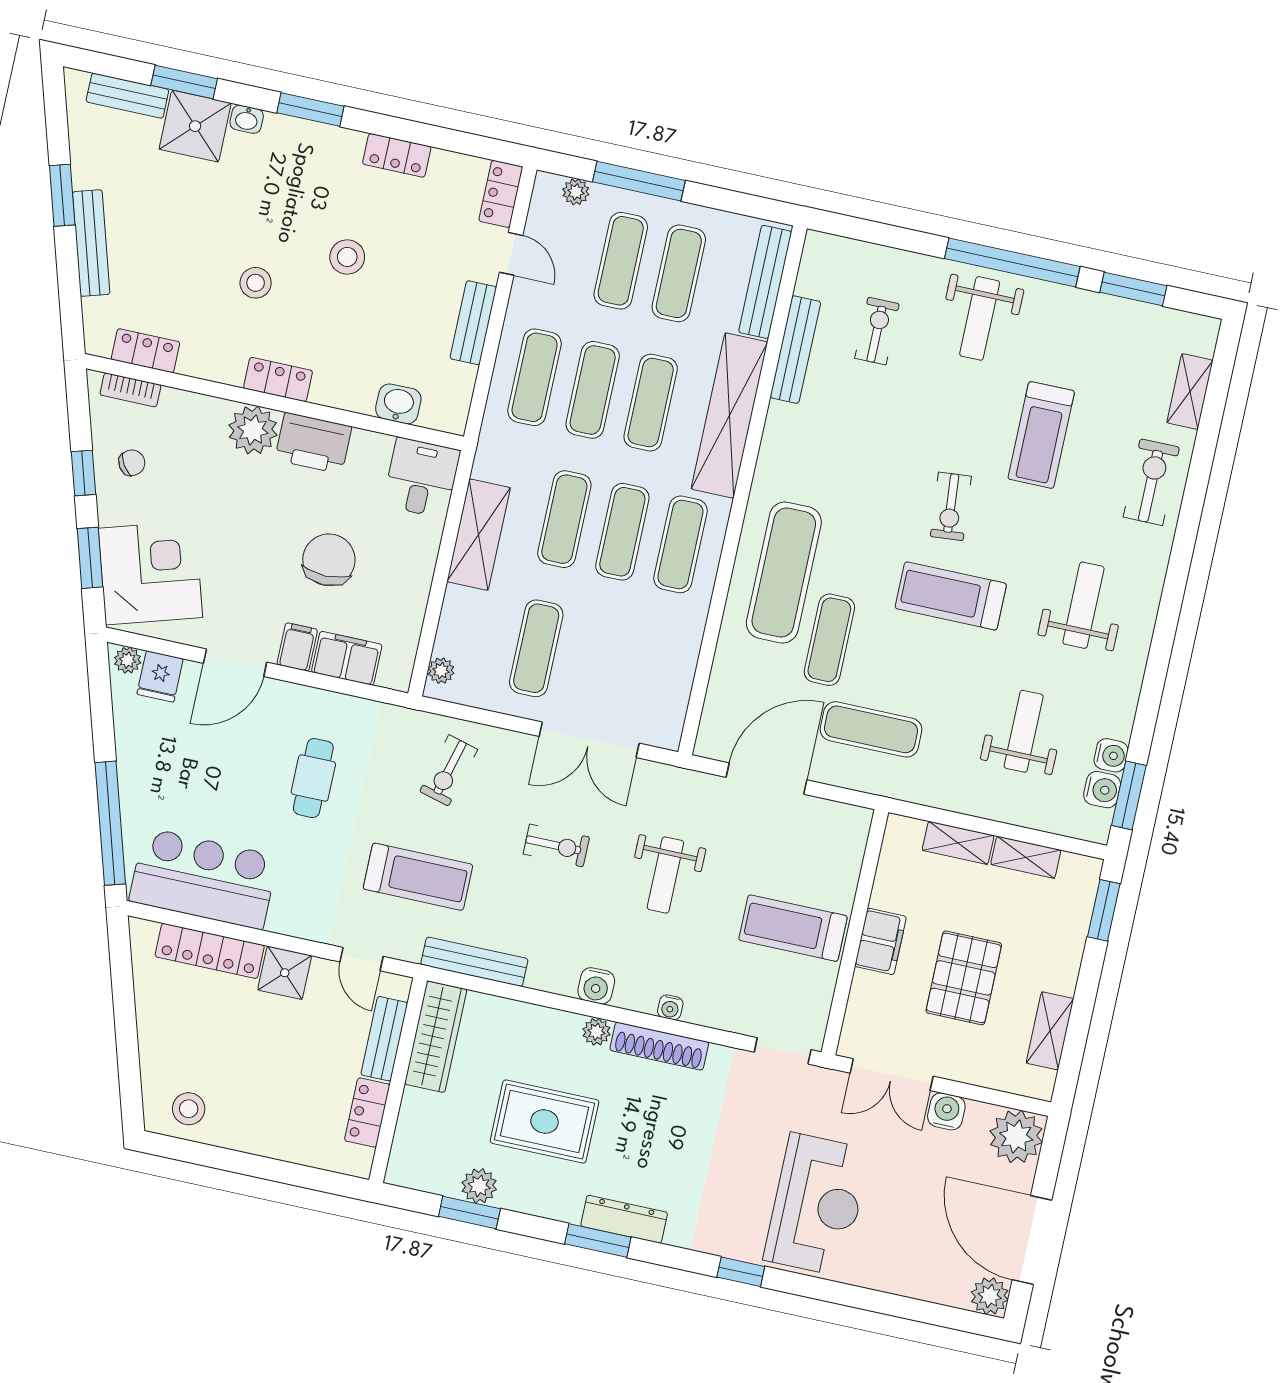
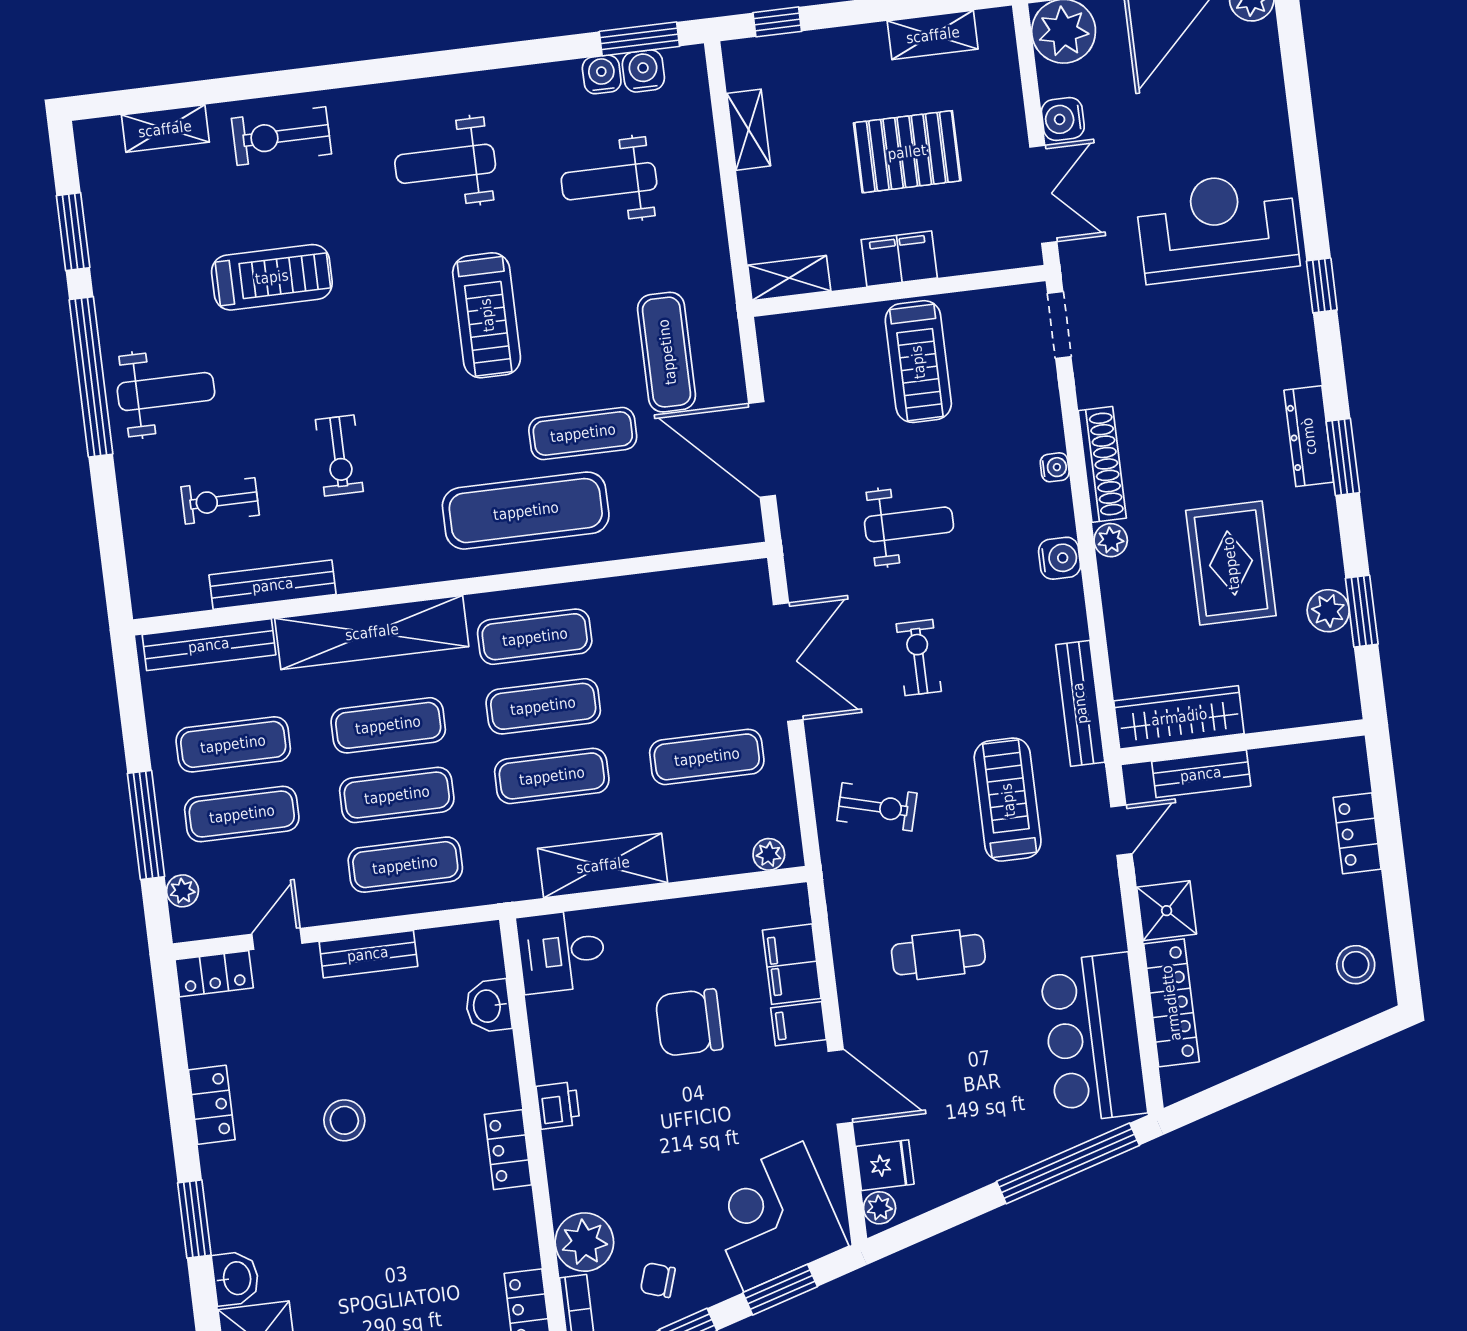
washbasin: (247, 119) -> (236, 1278), width x1.38, depth x1.45
stool: (256, 283) -> (409, 1212), removed
plant: (253, 430) -> (584, 1242), moved
printer: (313, 443) -> (558, 1105), width x0.53, depth x0.68
chair: (132, 463) -> (658, 1280), turned -39
exercise bike: (951, 506) -> (339, 456), moved, turned 95
shelving: (958, 843) -> (789, 278), moved, turned 90
window: (1104, 910) -> (777, 22), width x0.67
locker: (367, 1113) -> (1357, 833), moved, turned 90

